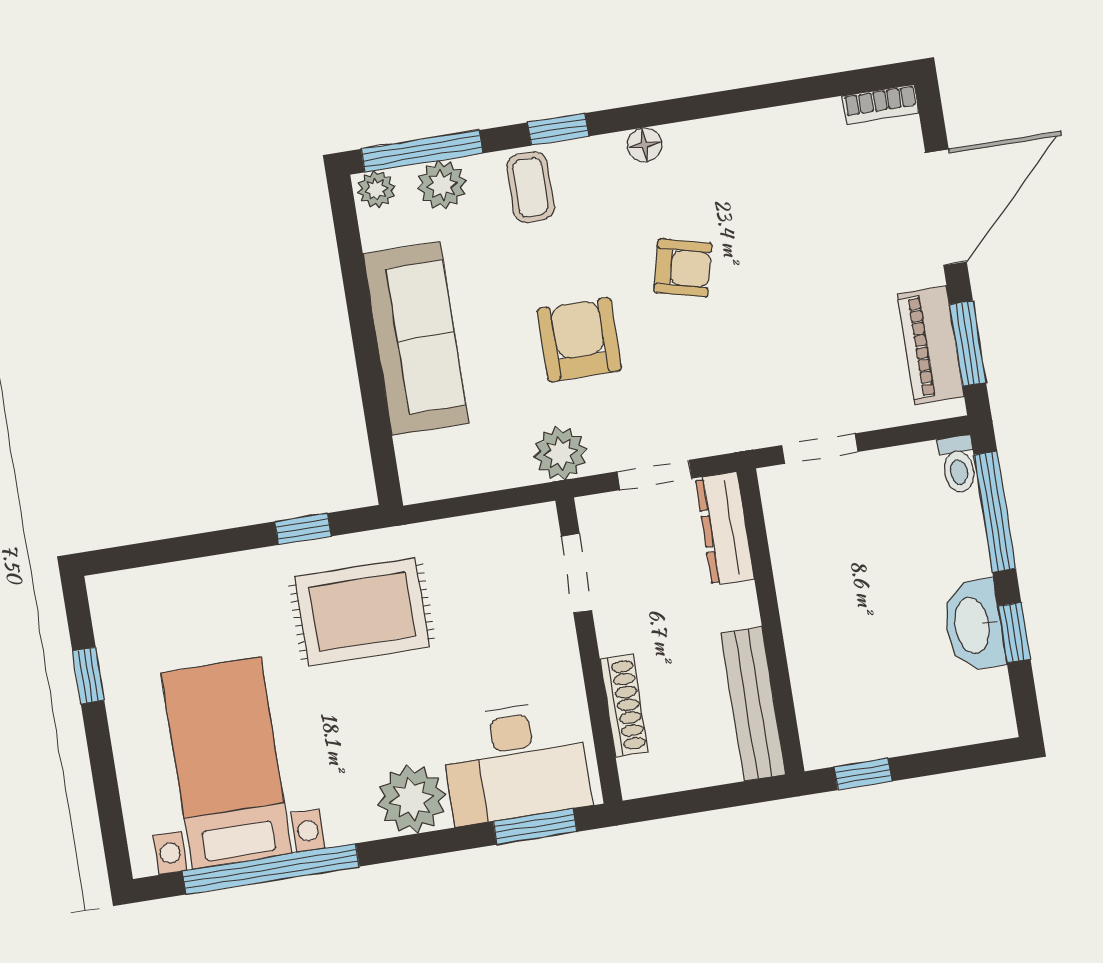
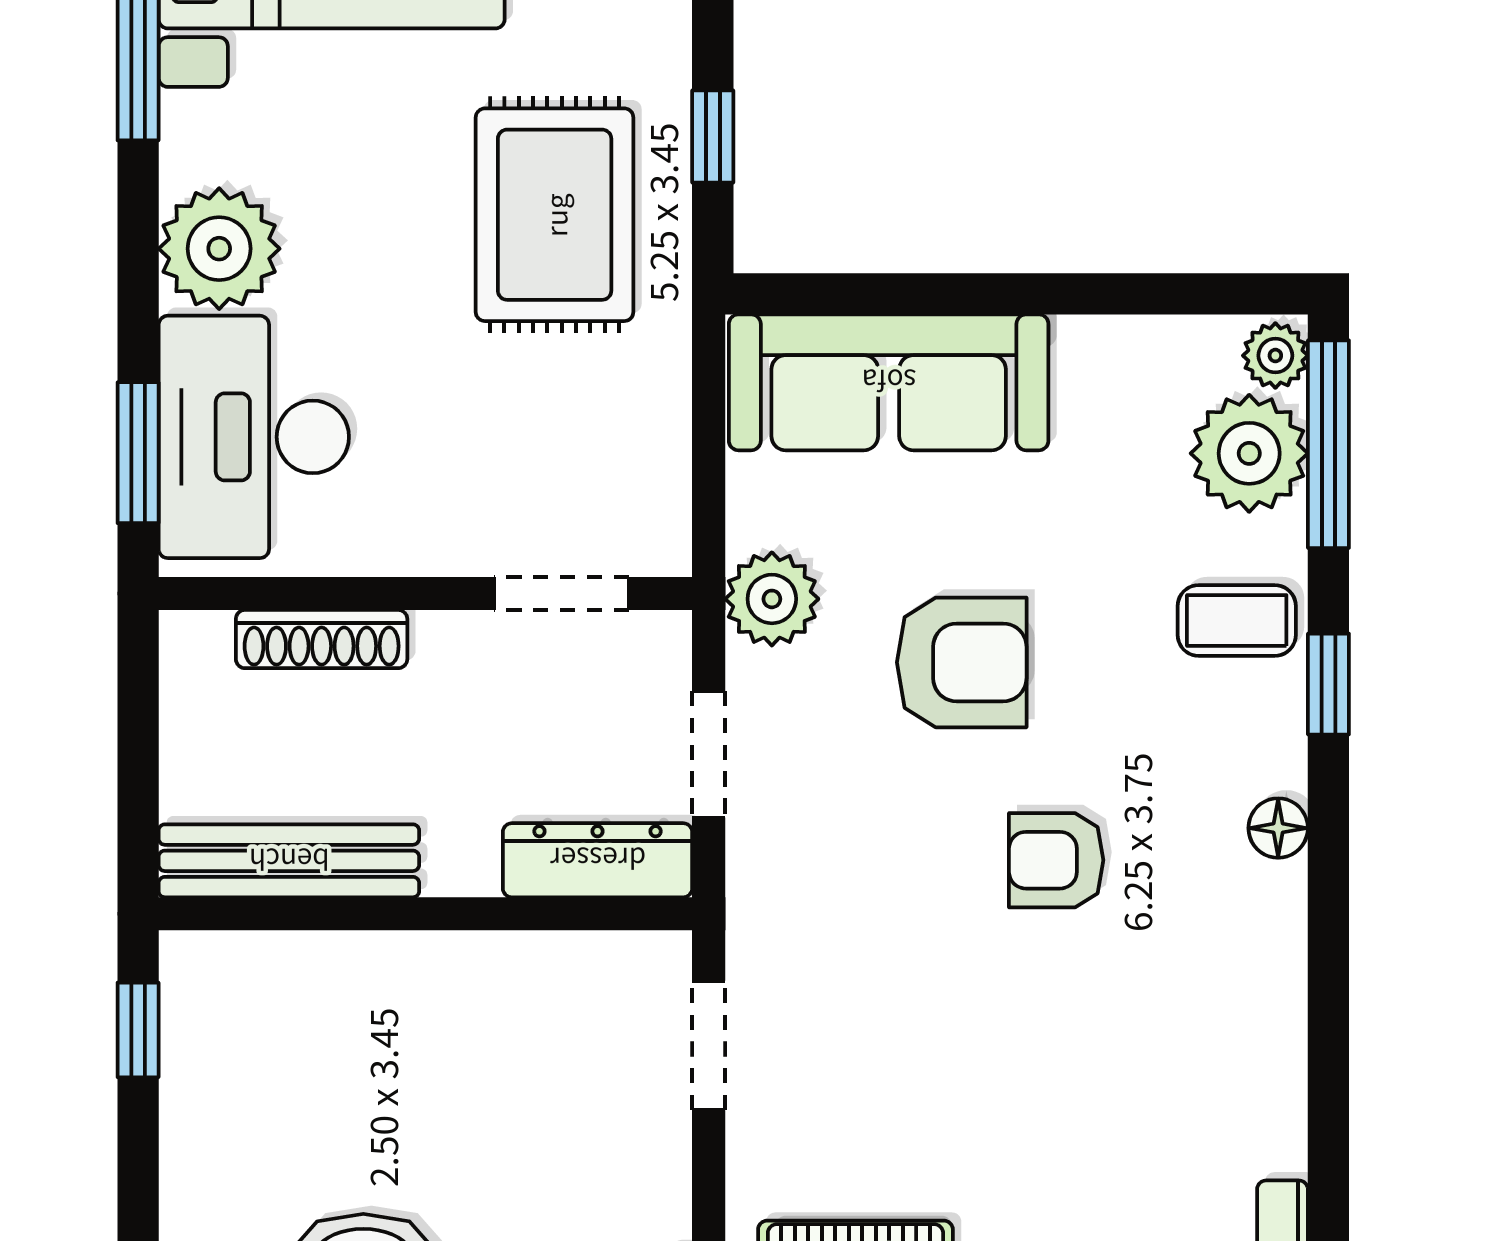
plant: (442, 185) -> (1249, 453), width x1.36, depth x1.36
armchair: (683, 268) -> (1056, 860), turned 76
sofa: (416, 339) -> (889, 382), moved

